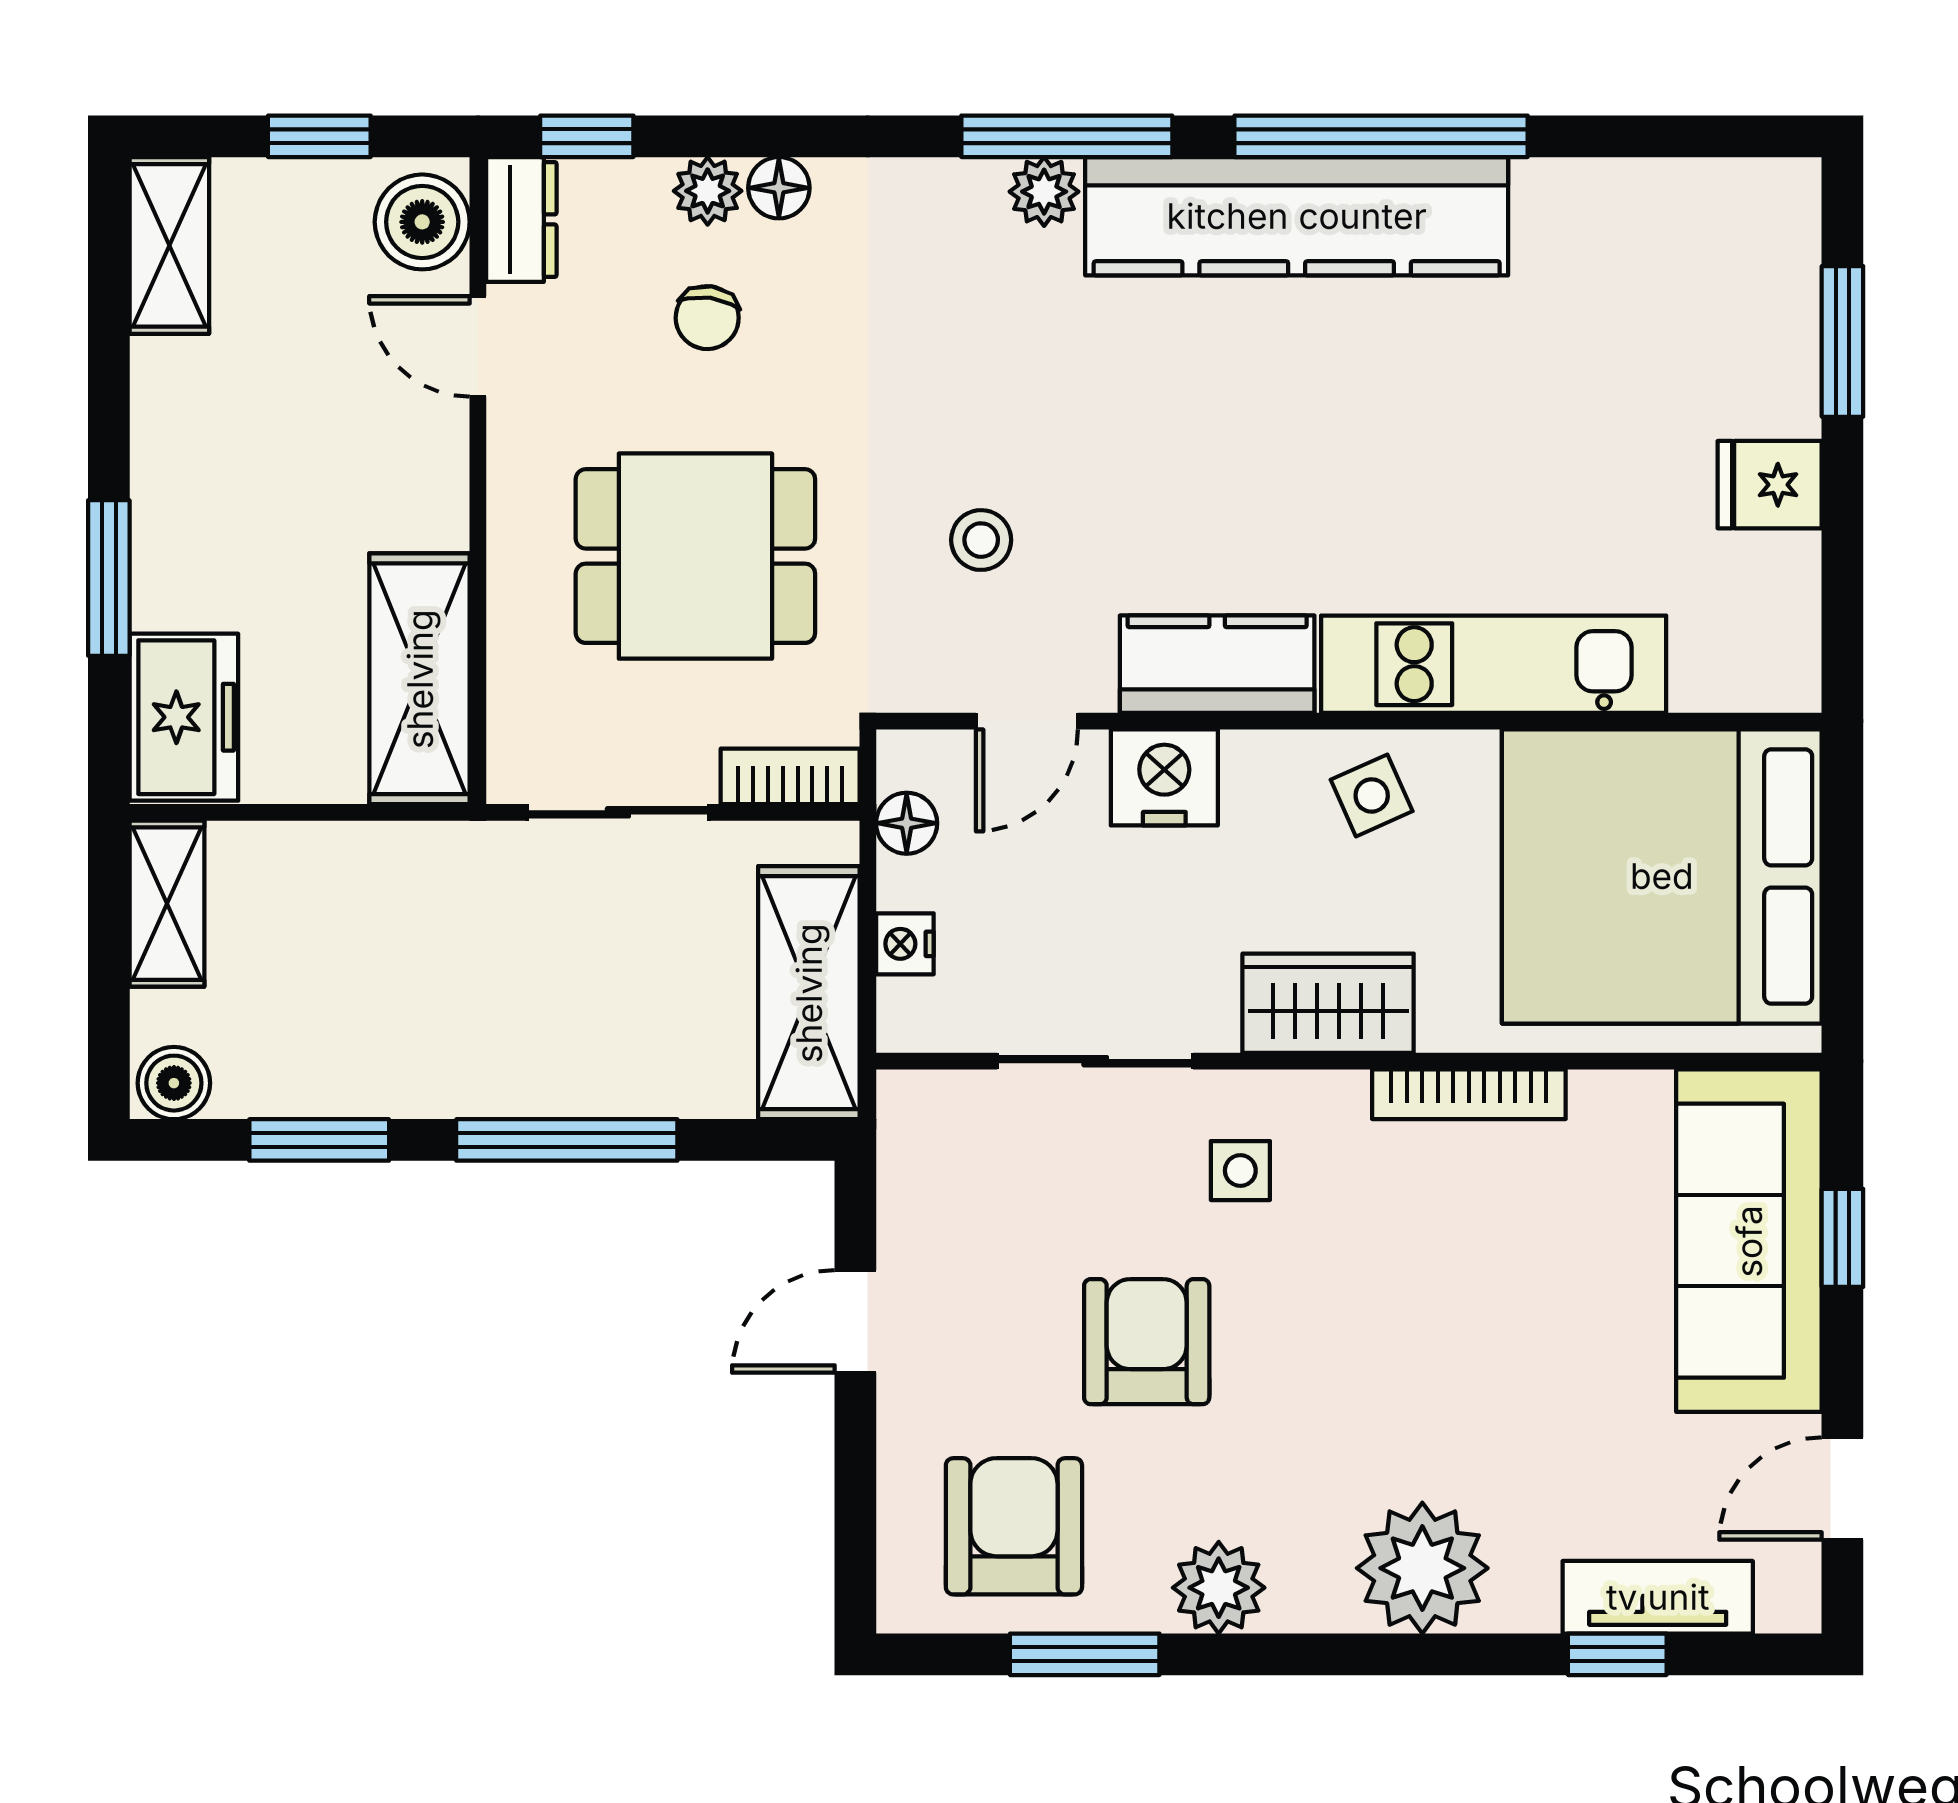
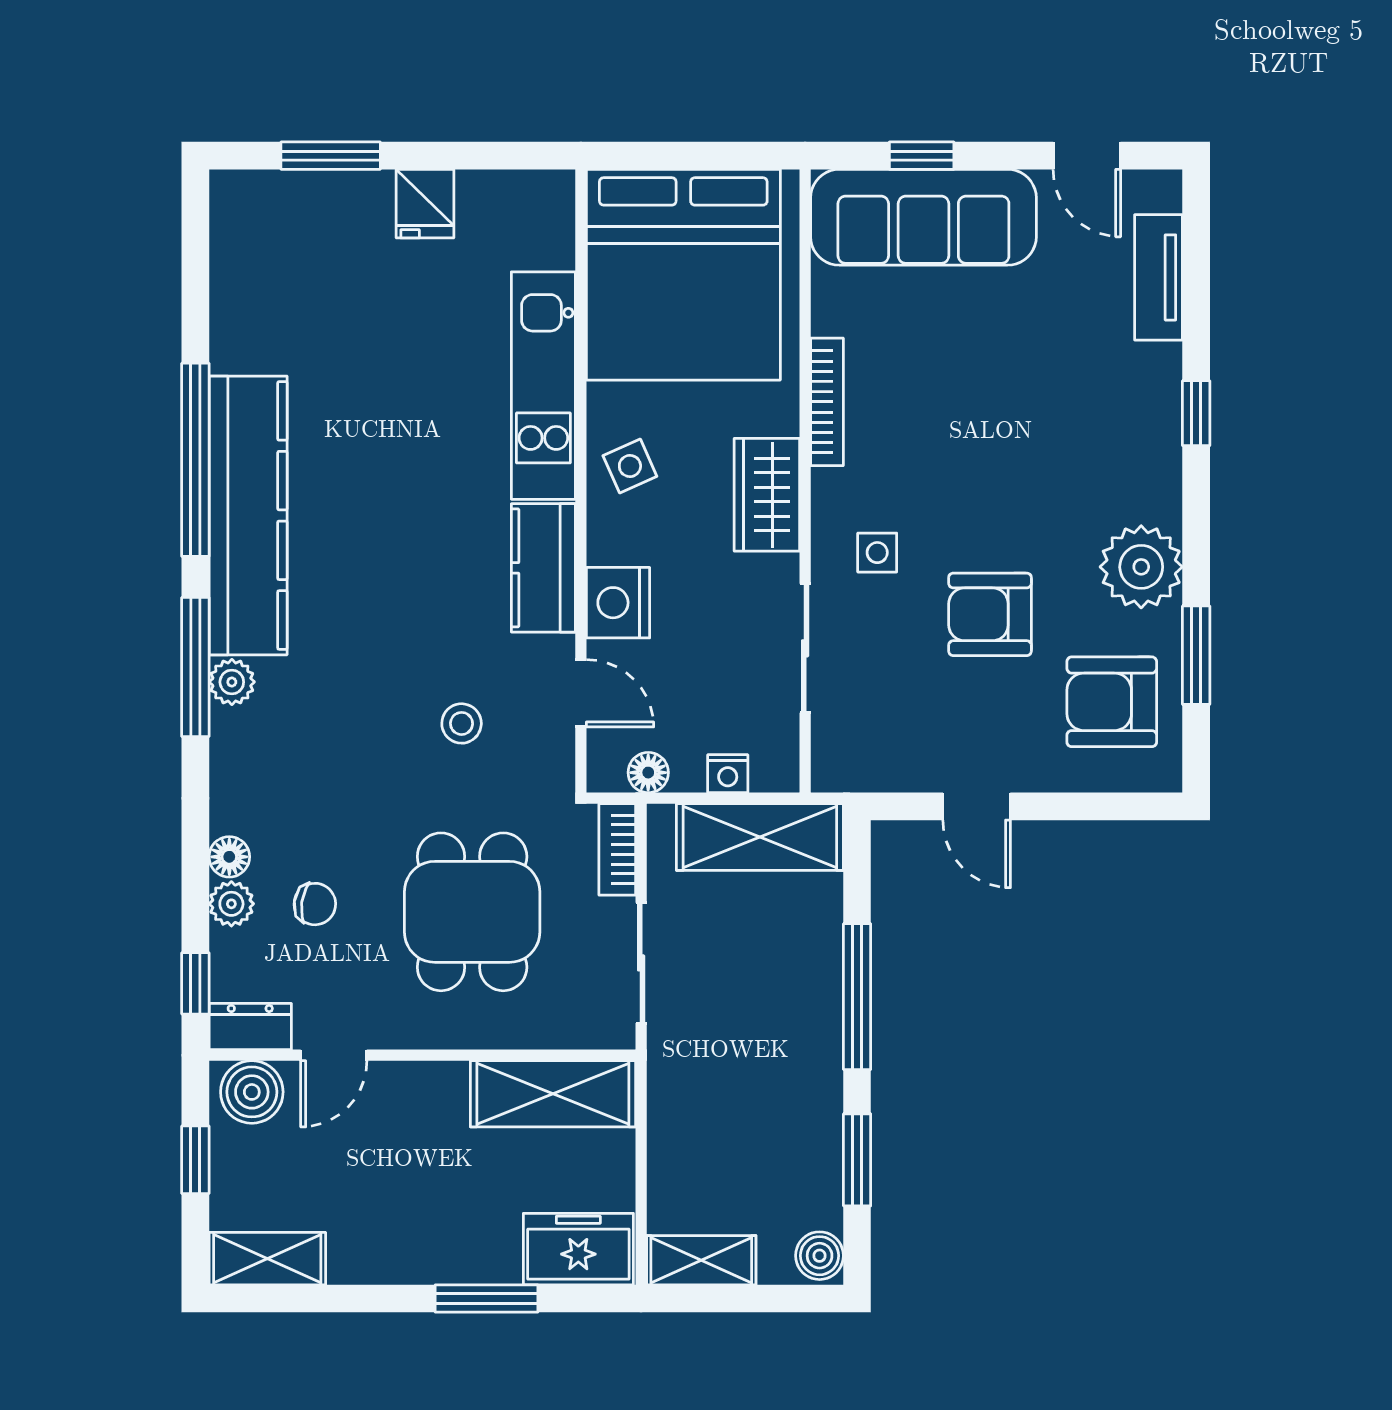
plant: (1422, 1568) -> (1139, 433), removed
plant: (1219, 1588) -> (1141, 567), width x1.36, depth x1.36
window: (1617, 1654) -> (1196, 413), moved

